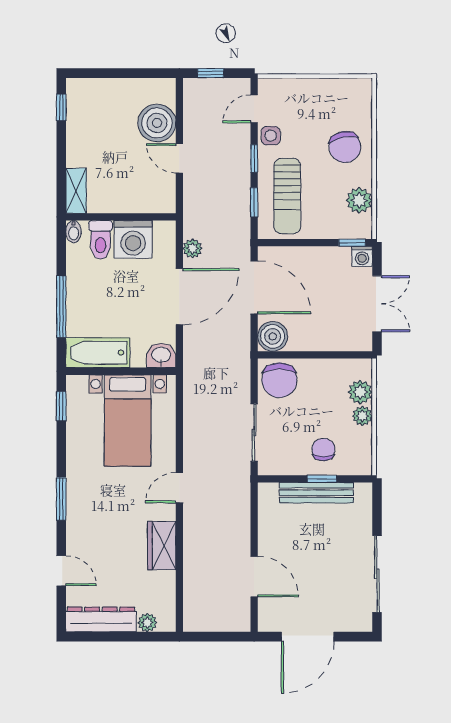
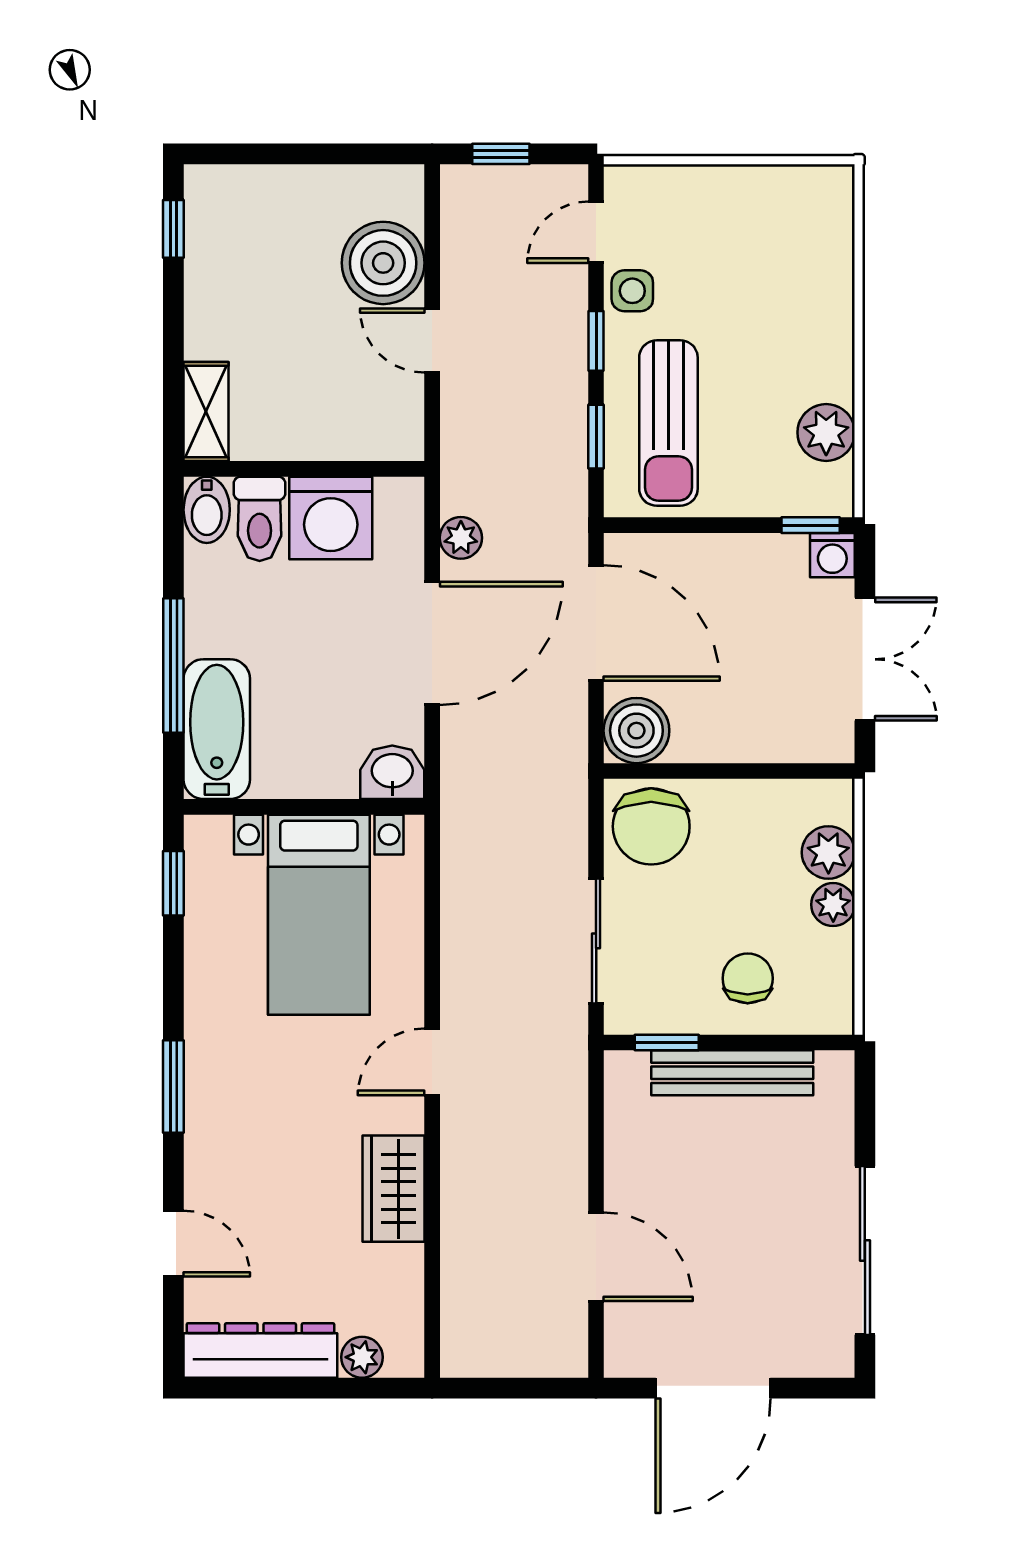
chair: (345, 147) -> (795, 316), removed
bidet: (74, 232) -> (207, 510), width x1.38, depth x1.36
bathtub: (98, 353) -> (217, 729), moved, turned 90
window: (322, 479) -> (667, 1042), moved

